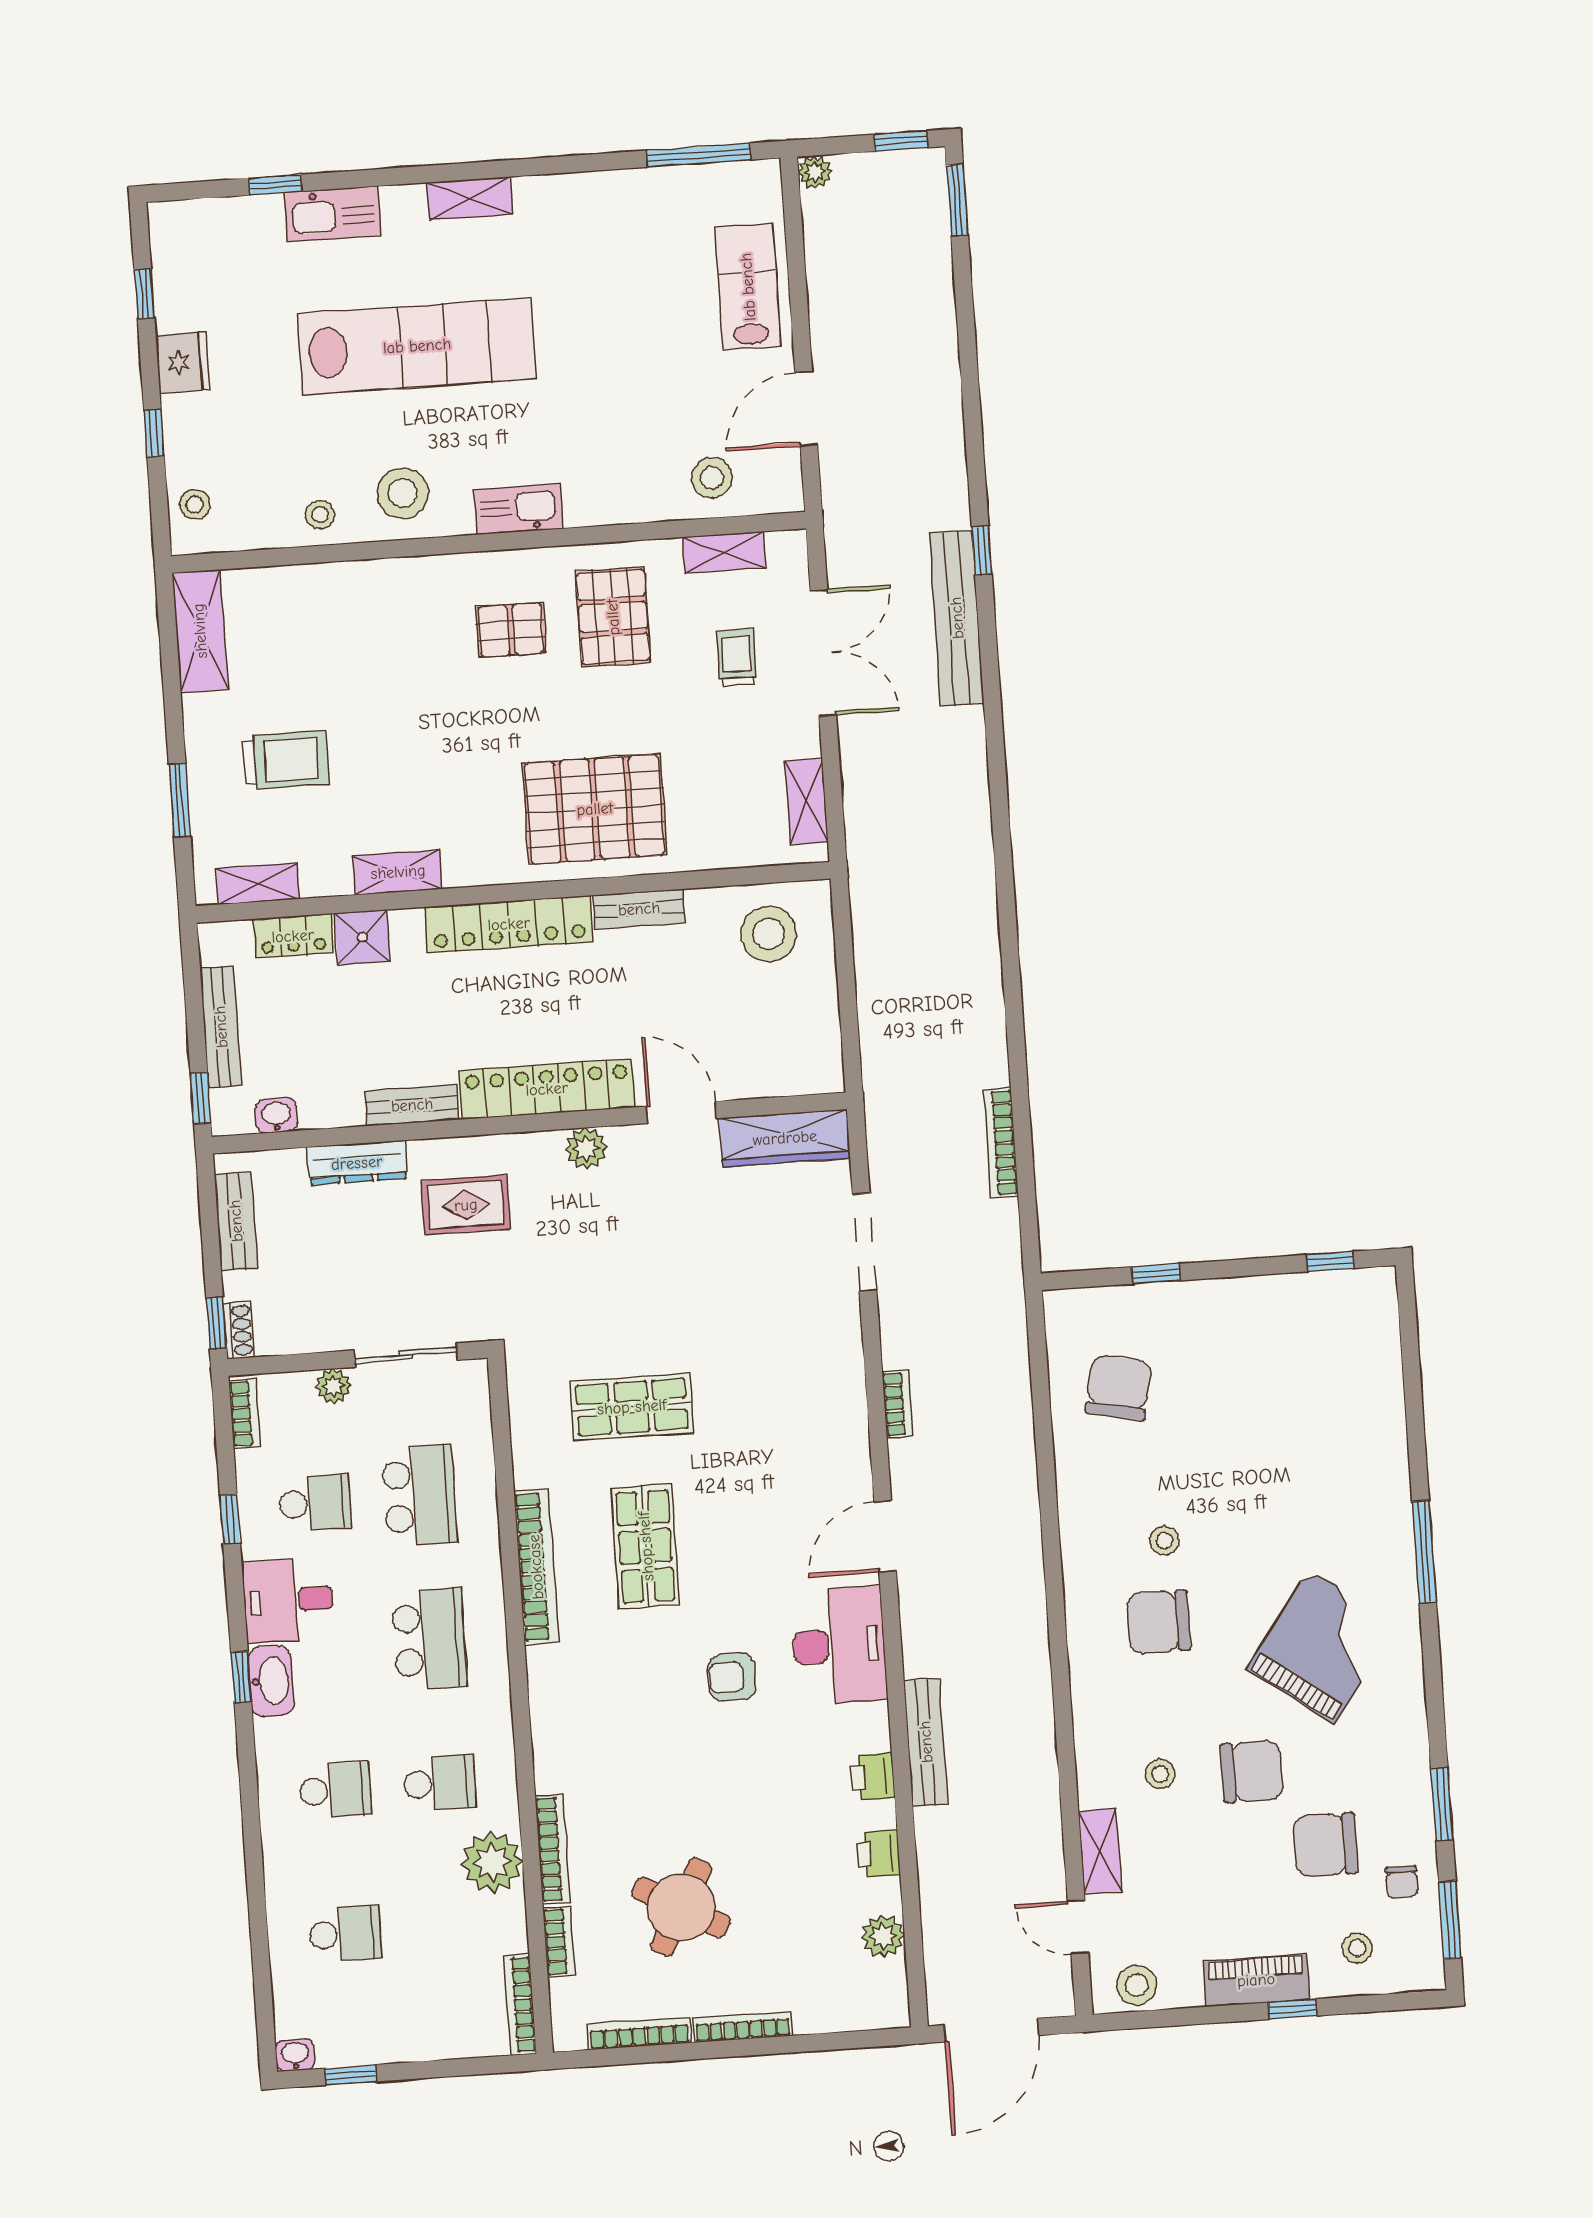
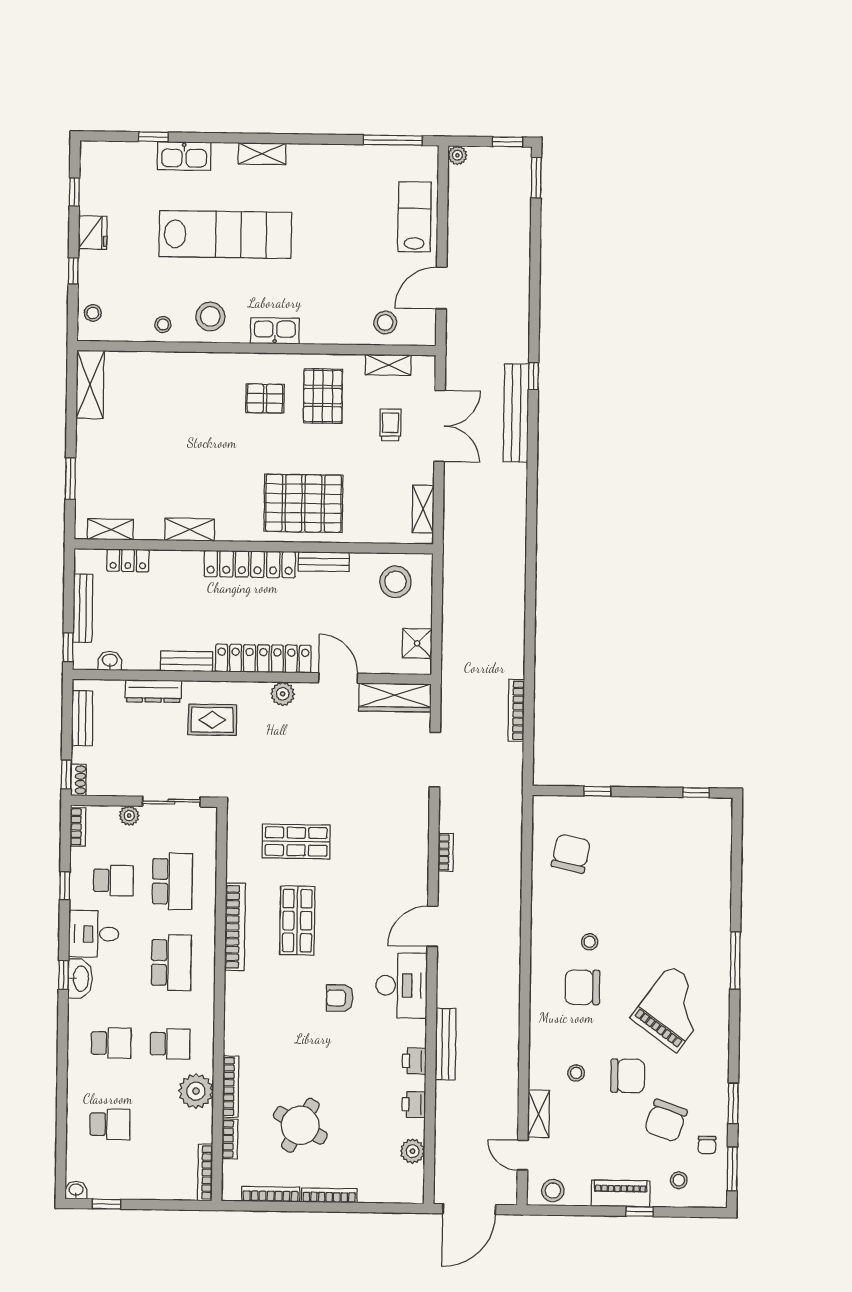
trolley: (286, 760) -> (132, 461), removed
shower: (362, 937) -> (417, 643), moved
chair: (1326, 1845) -> (666, 1121), turned -71

